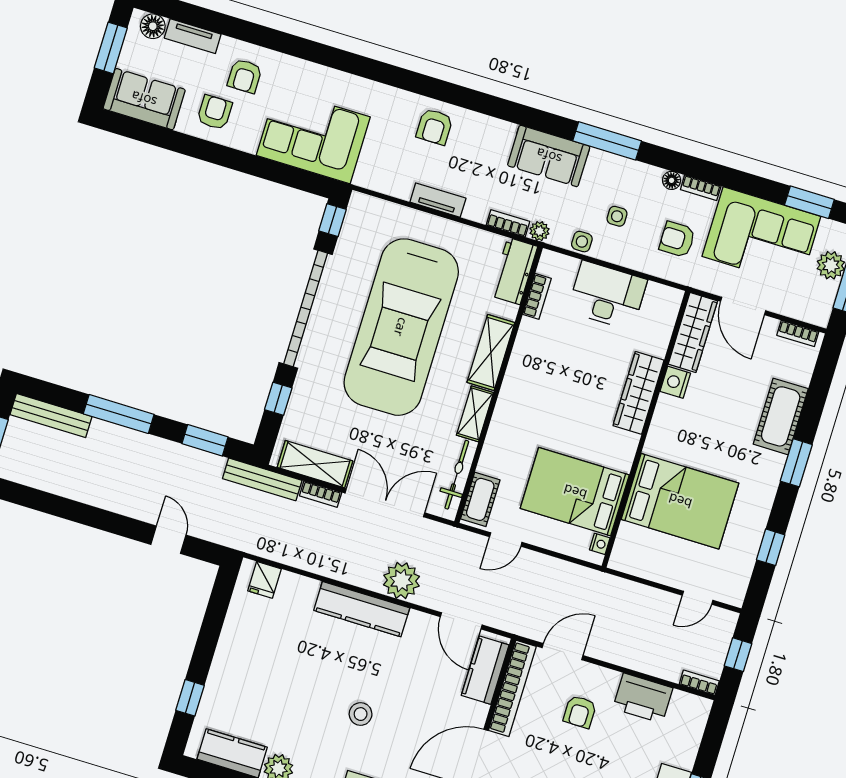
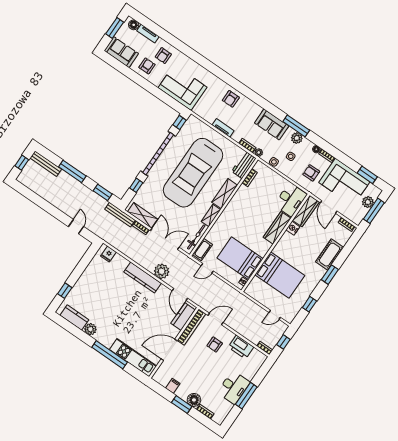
plant: (618, 169) -> (297, 138), added
desk: (607, 295) -> (291, 200), moved, turned 90
stool: (361, 714) -> (129, 318), removed

